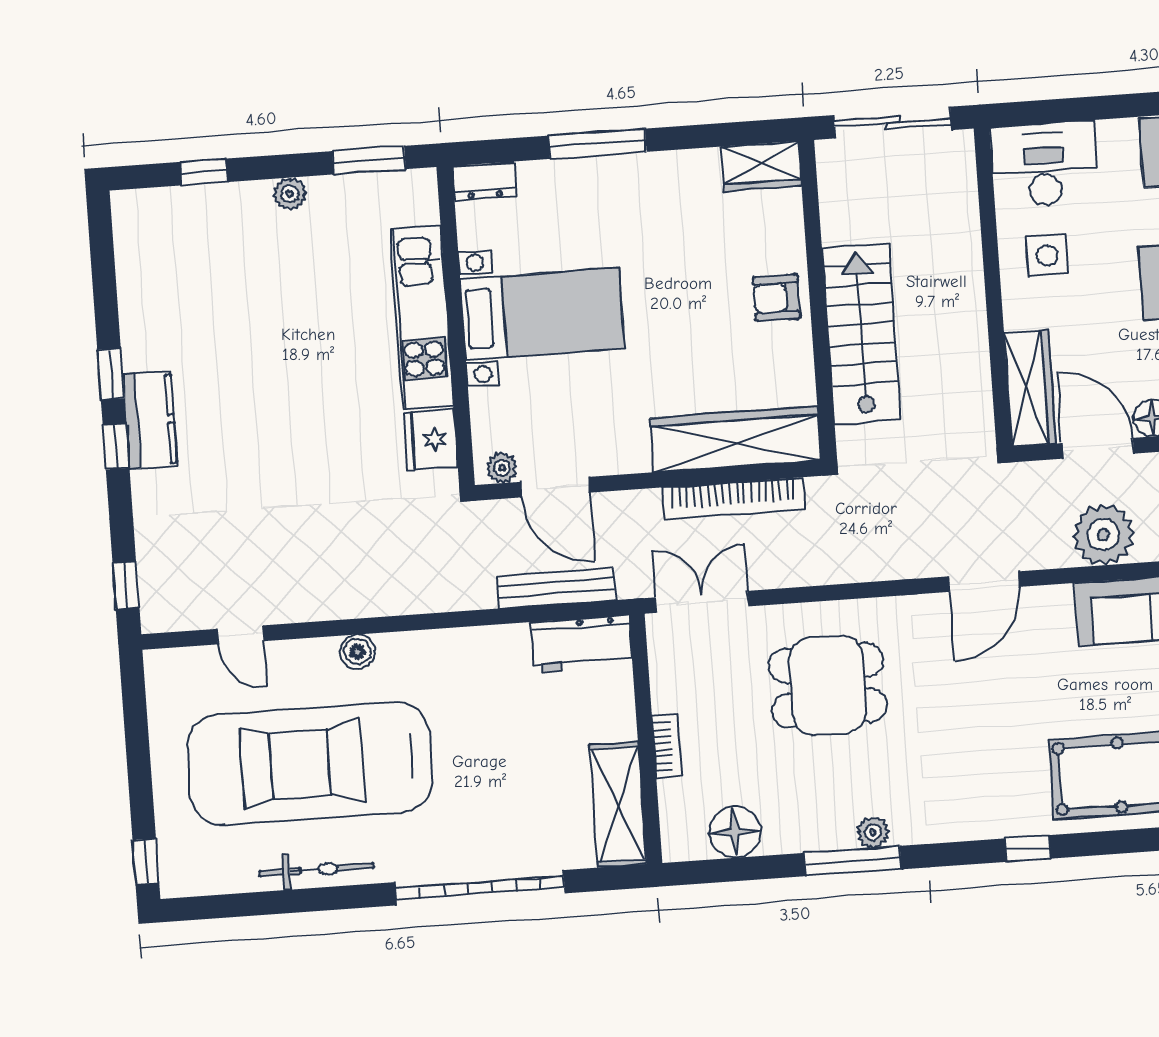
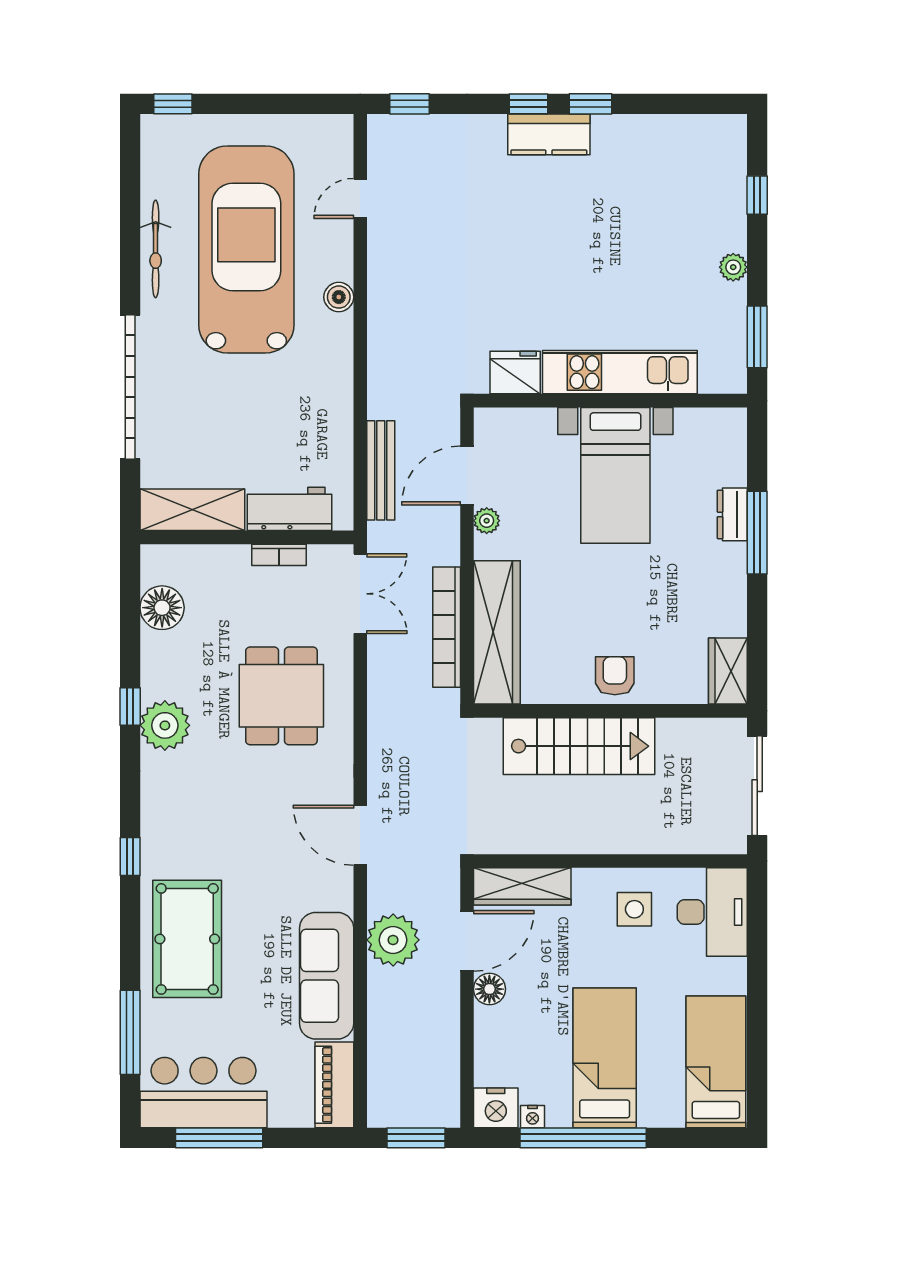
dresser: (484, 181) -> (732, 514), moved
plant: (502, 468) -> (487, 521), moved
workbench: (582, 644) -> (289, 509), moved, turned 90
bookcase: (667, 746) -> (279, 555), moved
plant: (873, 832) -> (165, 725), width x1.87, depth x1.87
window: (853, 861) -> (130, 707), width x0.46

